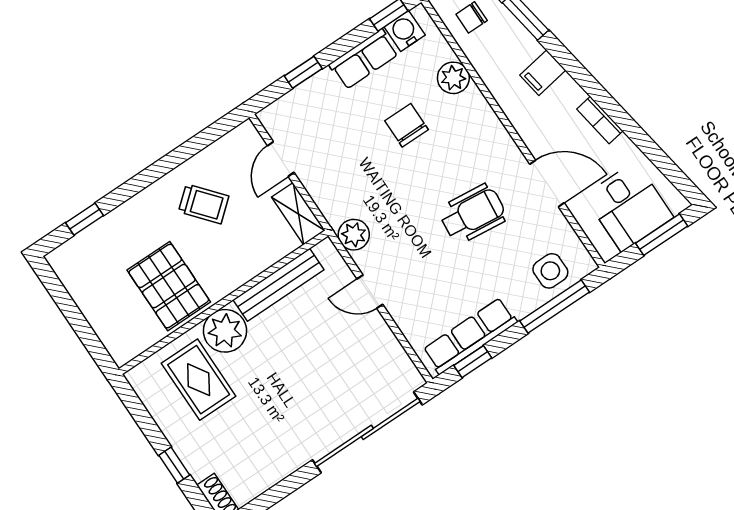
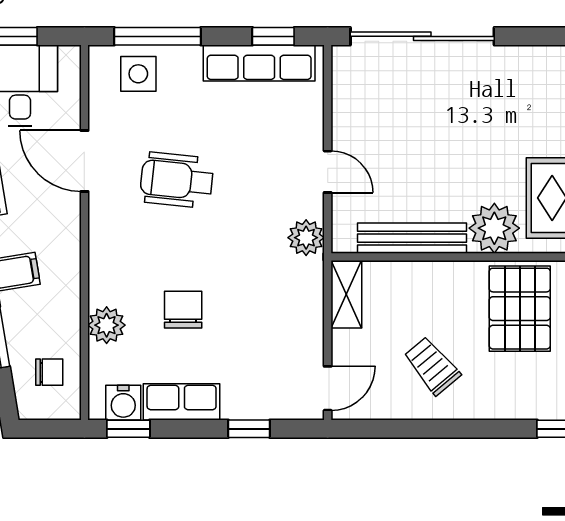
chair: (407, 125) -> (183, 310), turned 180
door: (281, 159) -> (328, 388), moved

